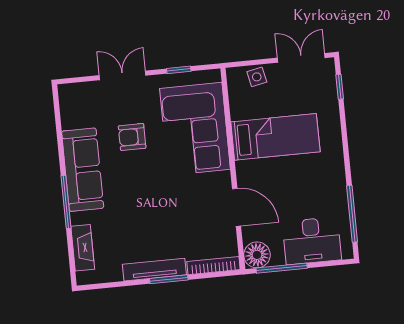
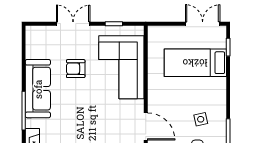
side table: (257, 77) -> (201, 119), moved
bed: (275, 137) -> (195, 63), moved, turned 180

